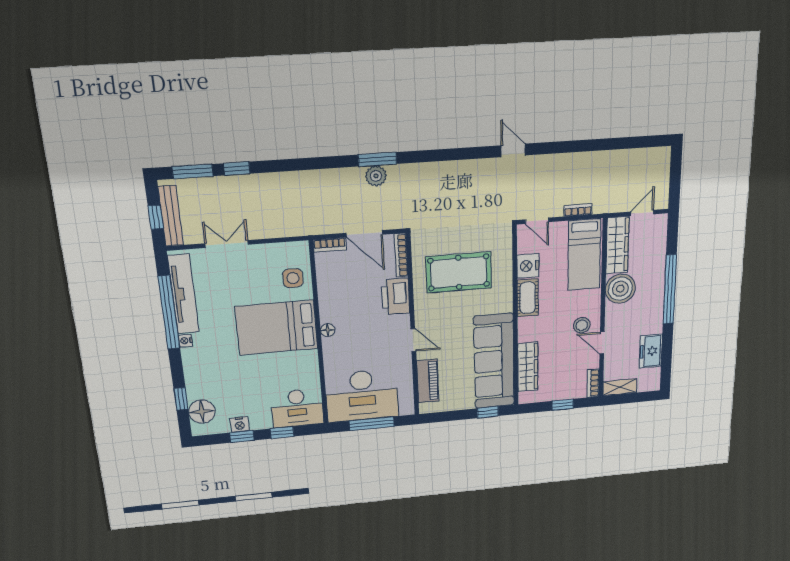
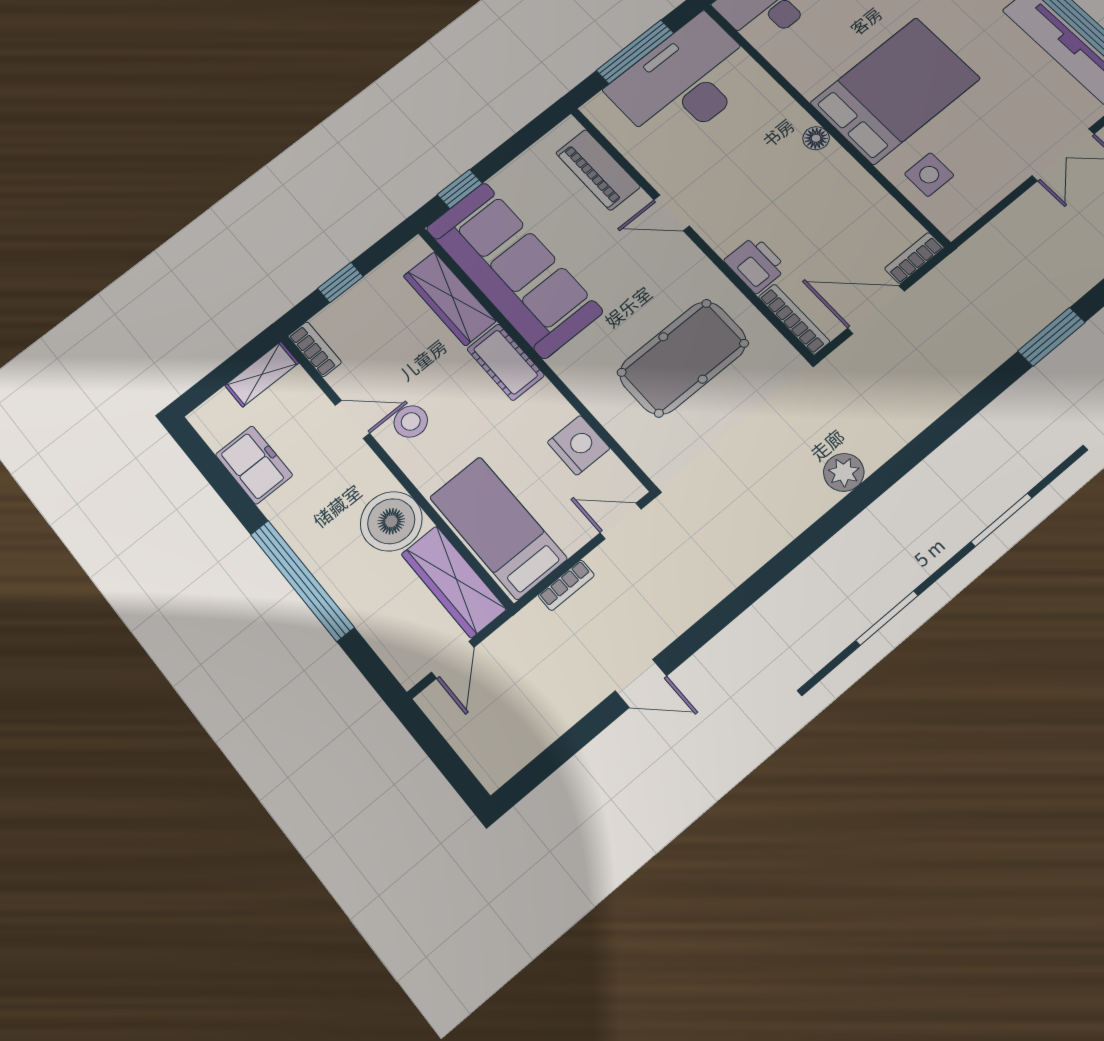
door: (513, 150) -> (641, 683), moved
window: (377, 159) -> (1051, 337), moved
plant: (376, 176) -> (844, 472), moved
printer: (396, 297) -> (756, 264), width x0.73, depth x0.84
cot: (528, 298) -> (506, 362), moved

